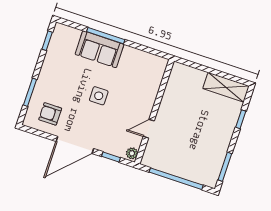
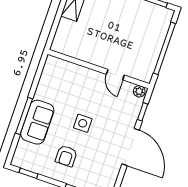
armchair: (50, 114) -> (66, 156), moved

